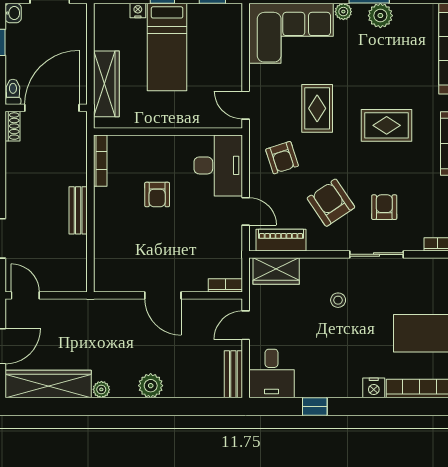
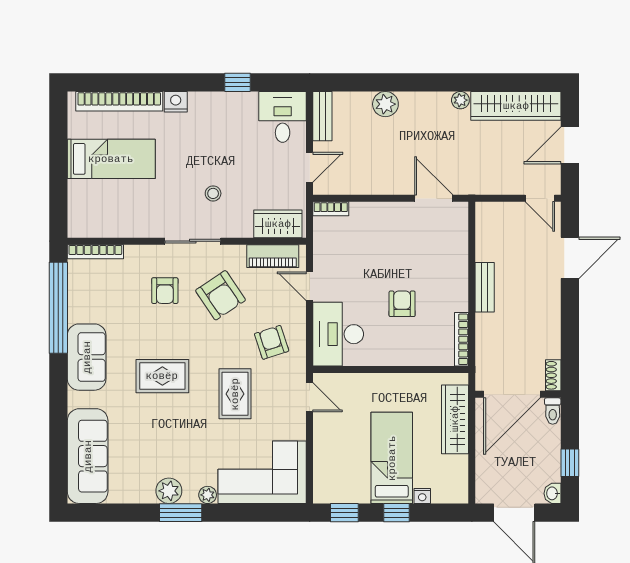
sliding door: (377, 254) -> (193, 241), moved
door: (163, 295) -> (434, 198), moved
plant: (151, 386) -> (385, 104), moved

